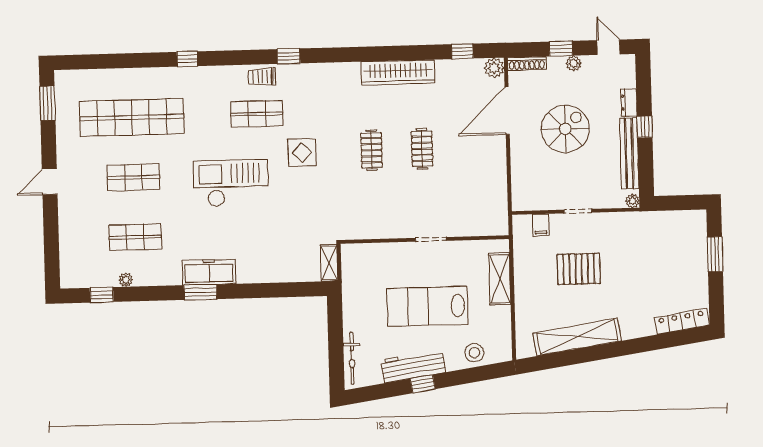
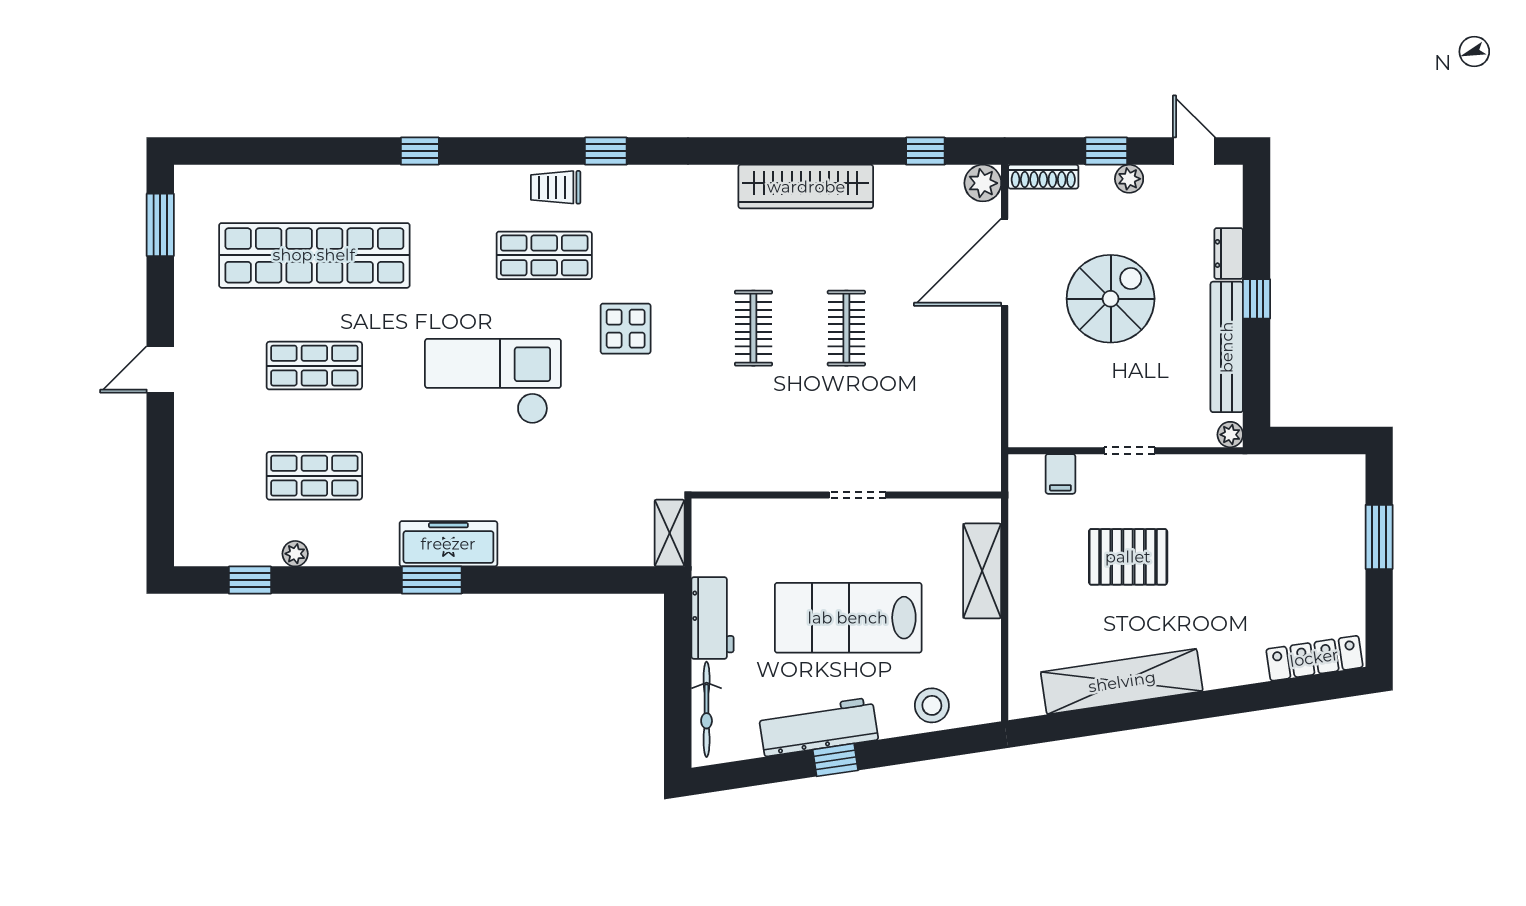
workbench: (354, 309) -> (713, 618), added

